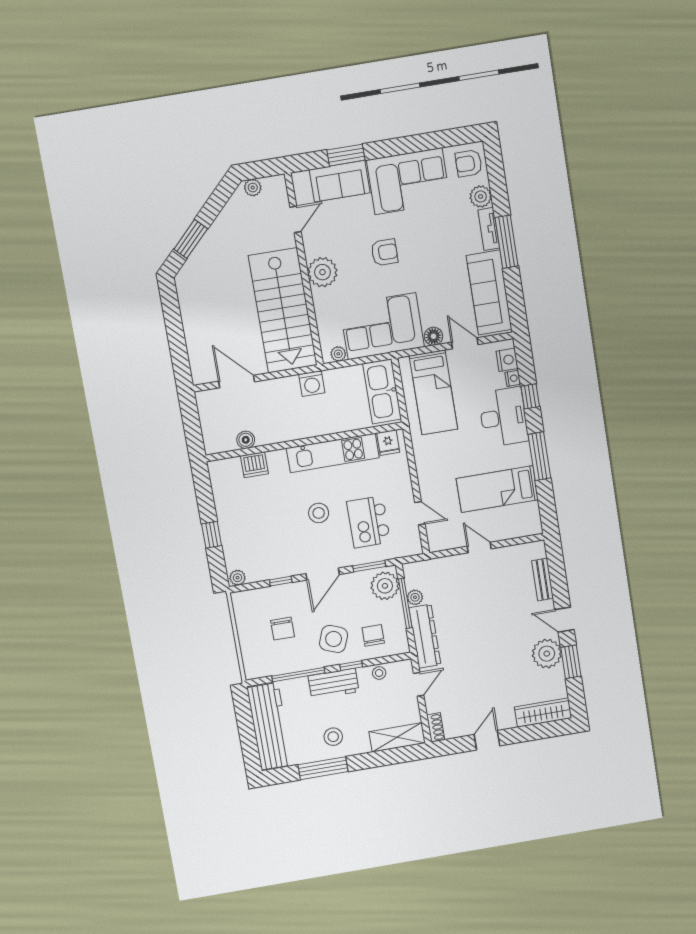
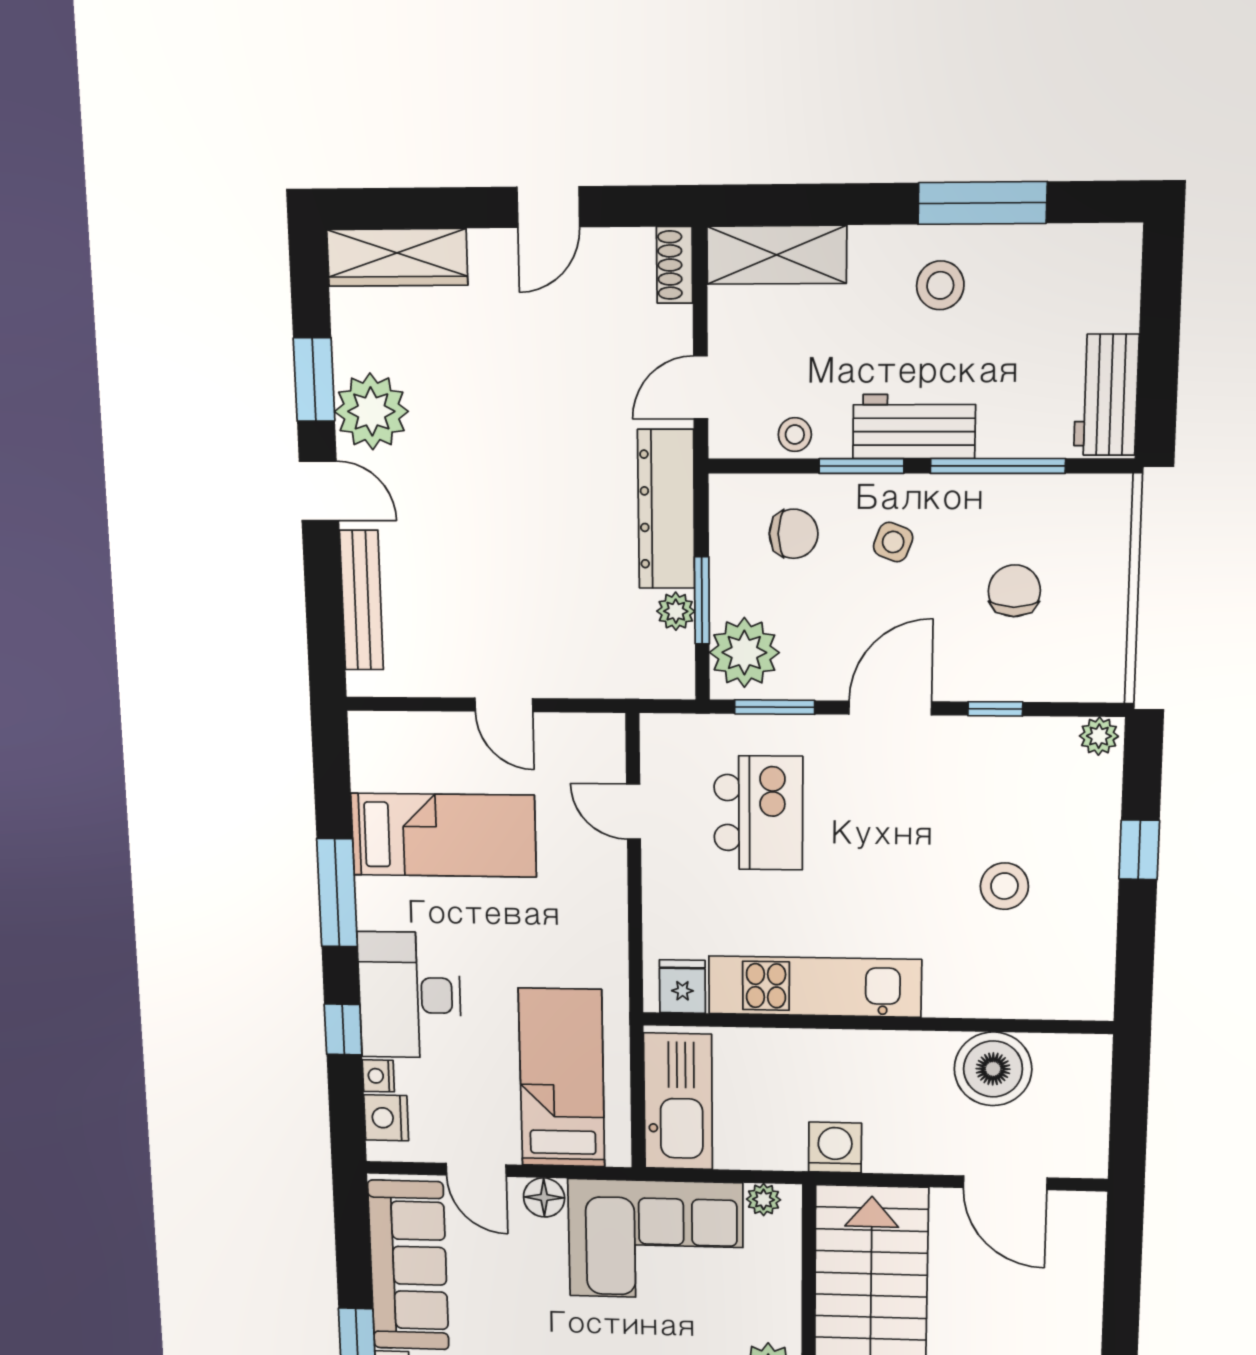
boiler: (246, 440) -> (993, 1069), width x1.86, depth x1.86
dishwasher: (254, 465) -> (1003, 993), removed
stool: (319, 513) -> (1004, 886), moved
bench: (542, 580) -> (362, 600), width x1.36
window: (405, 603) -> (702, 600), width x0.69
chair: (373, 635) -> (794, 534), turned -90
side table: (334, 639) -> (893, 542), width x0.54, depth x0.54
window: (351, 666) -> (861, 466), width x1.50
workbench: (270, 726) -> (1106, 395), width x0.53, depth x0.76

